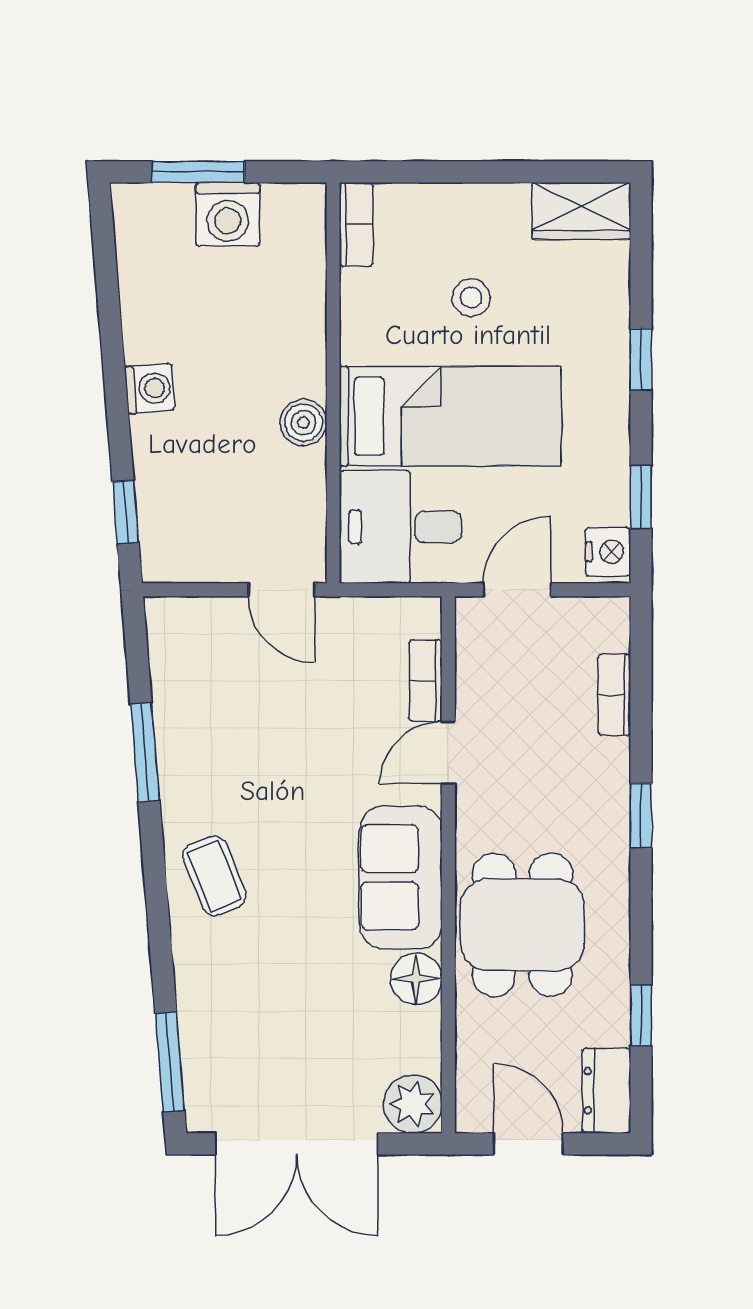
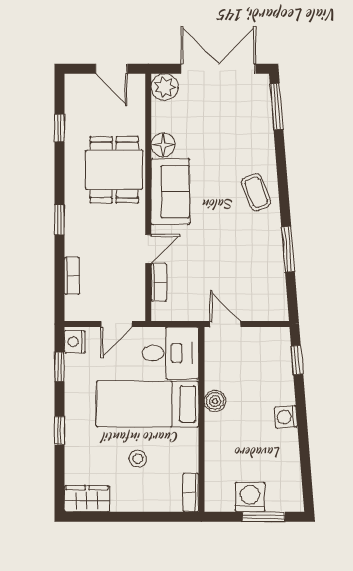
dresser: (606, 1091) -> (75, 93), removed

